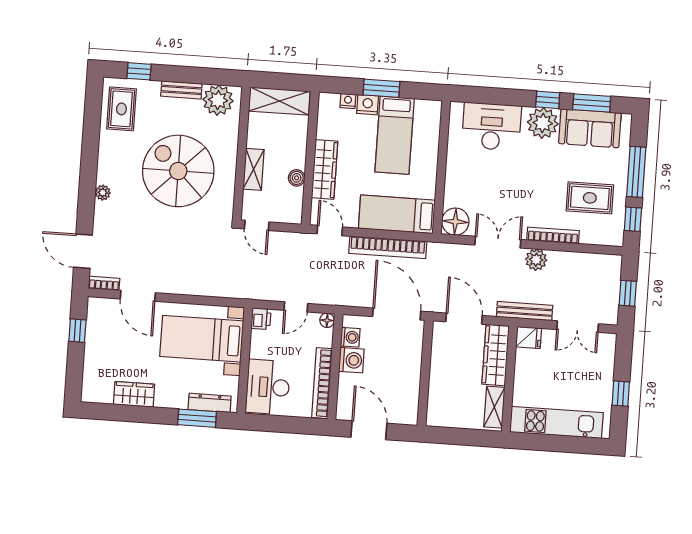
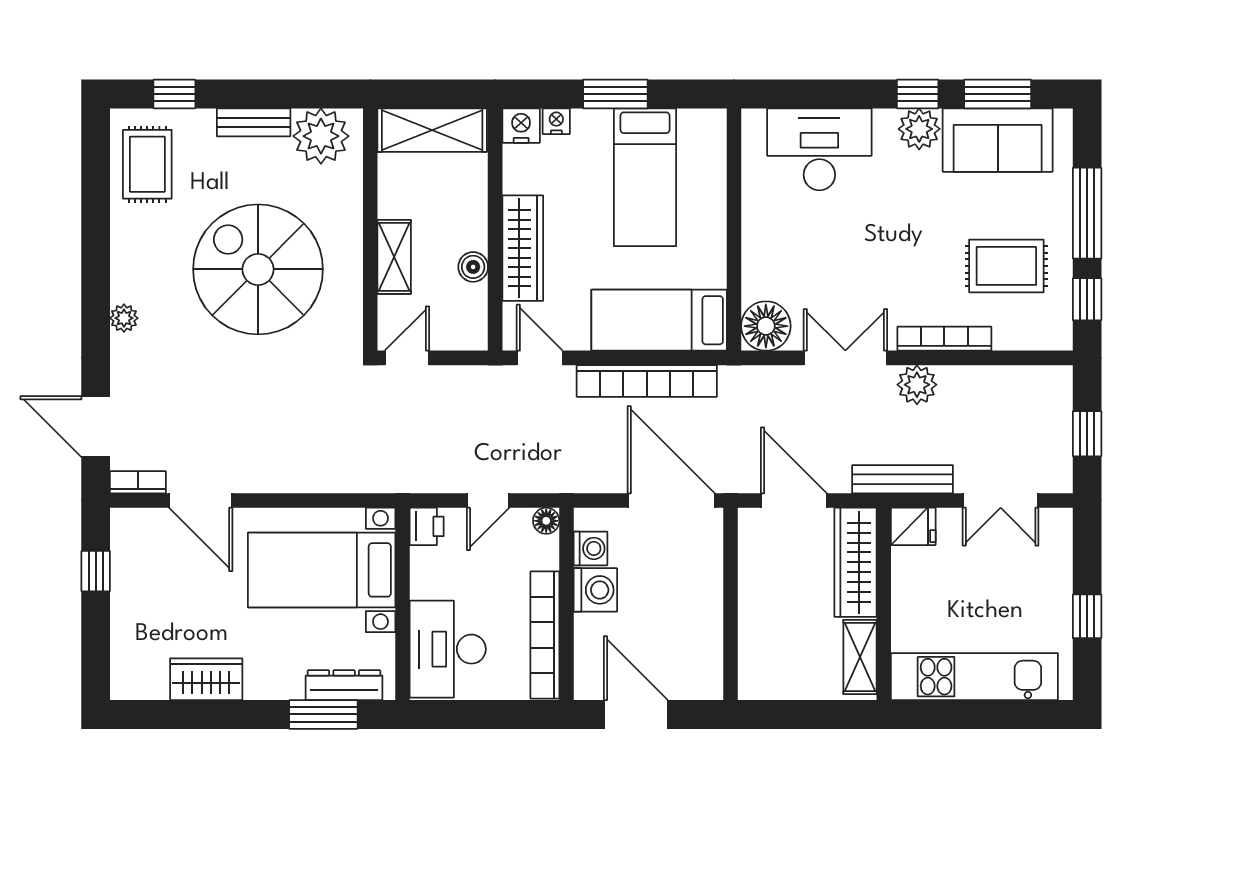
nightstand: (368, 105) -> (521, 126), moved
plant: (543, 123) -> (919, 129), width x0.73, depth x0.73
door: (257, 225) -> (407, 358), swing flipped

